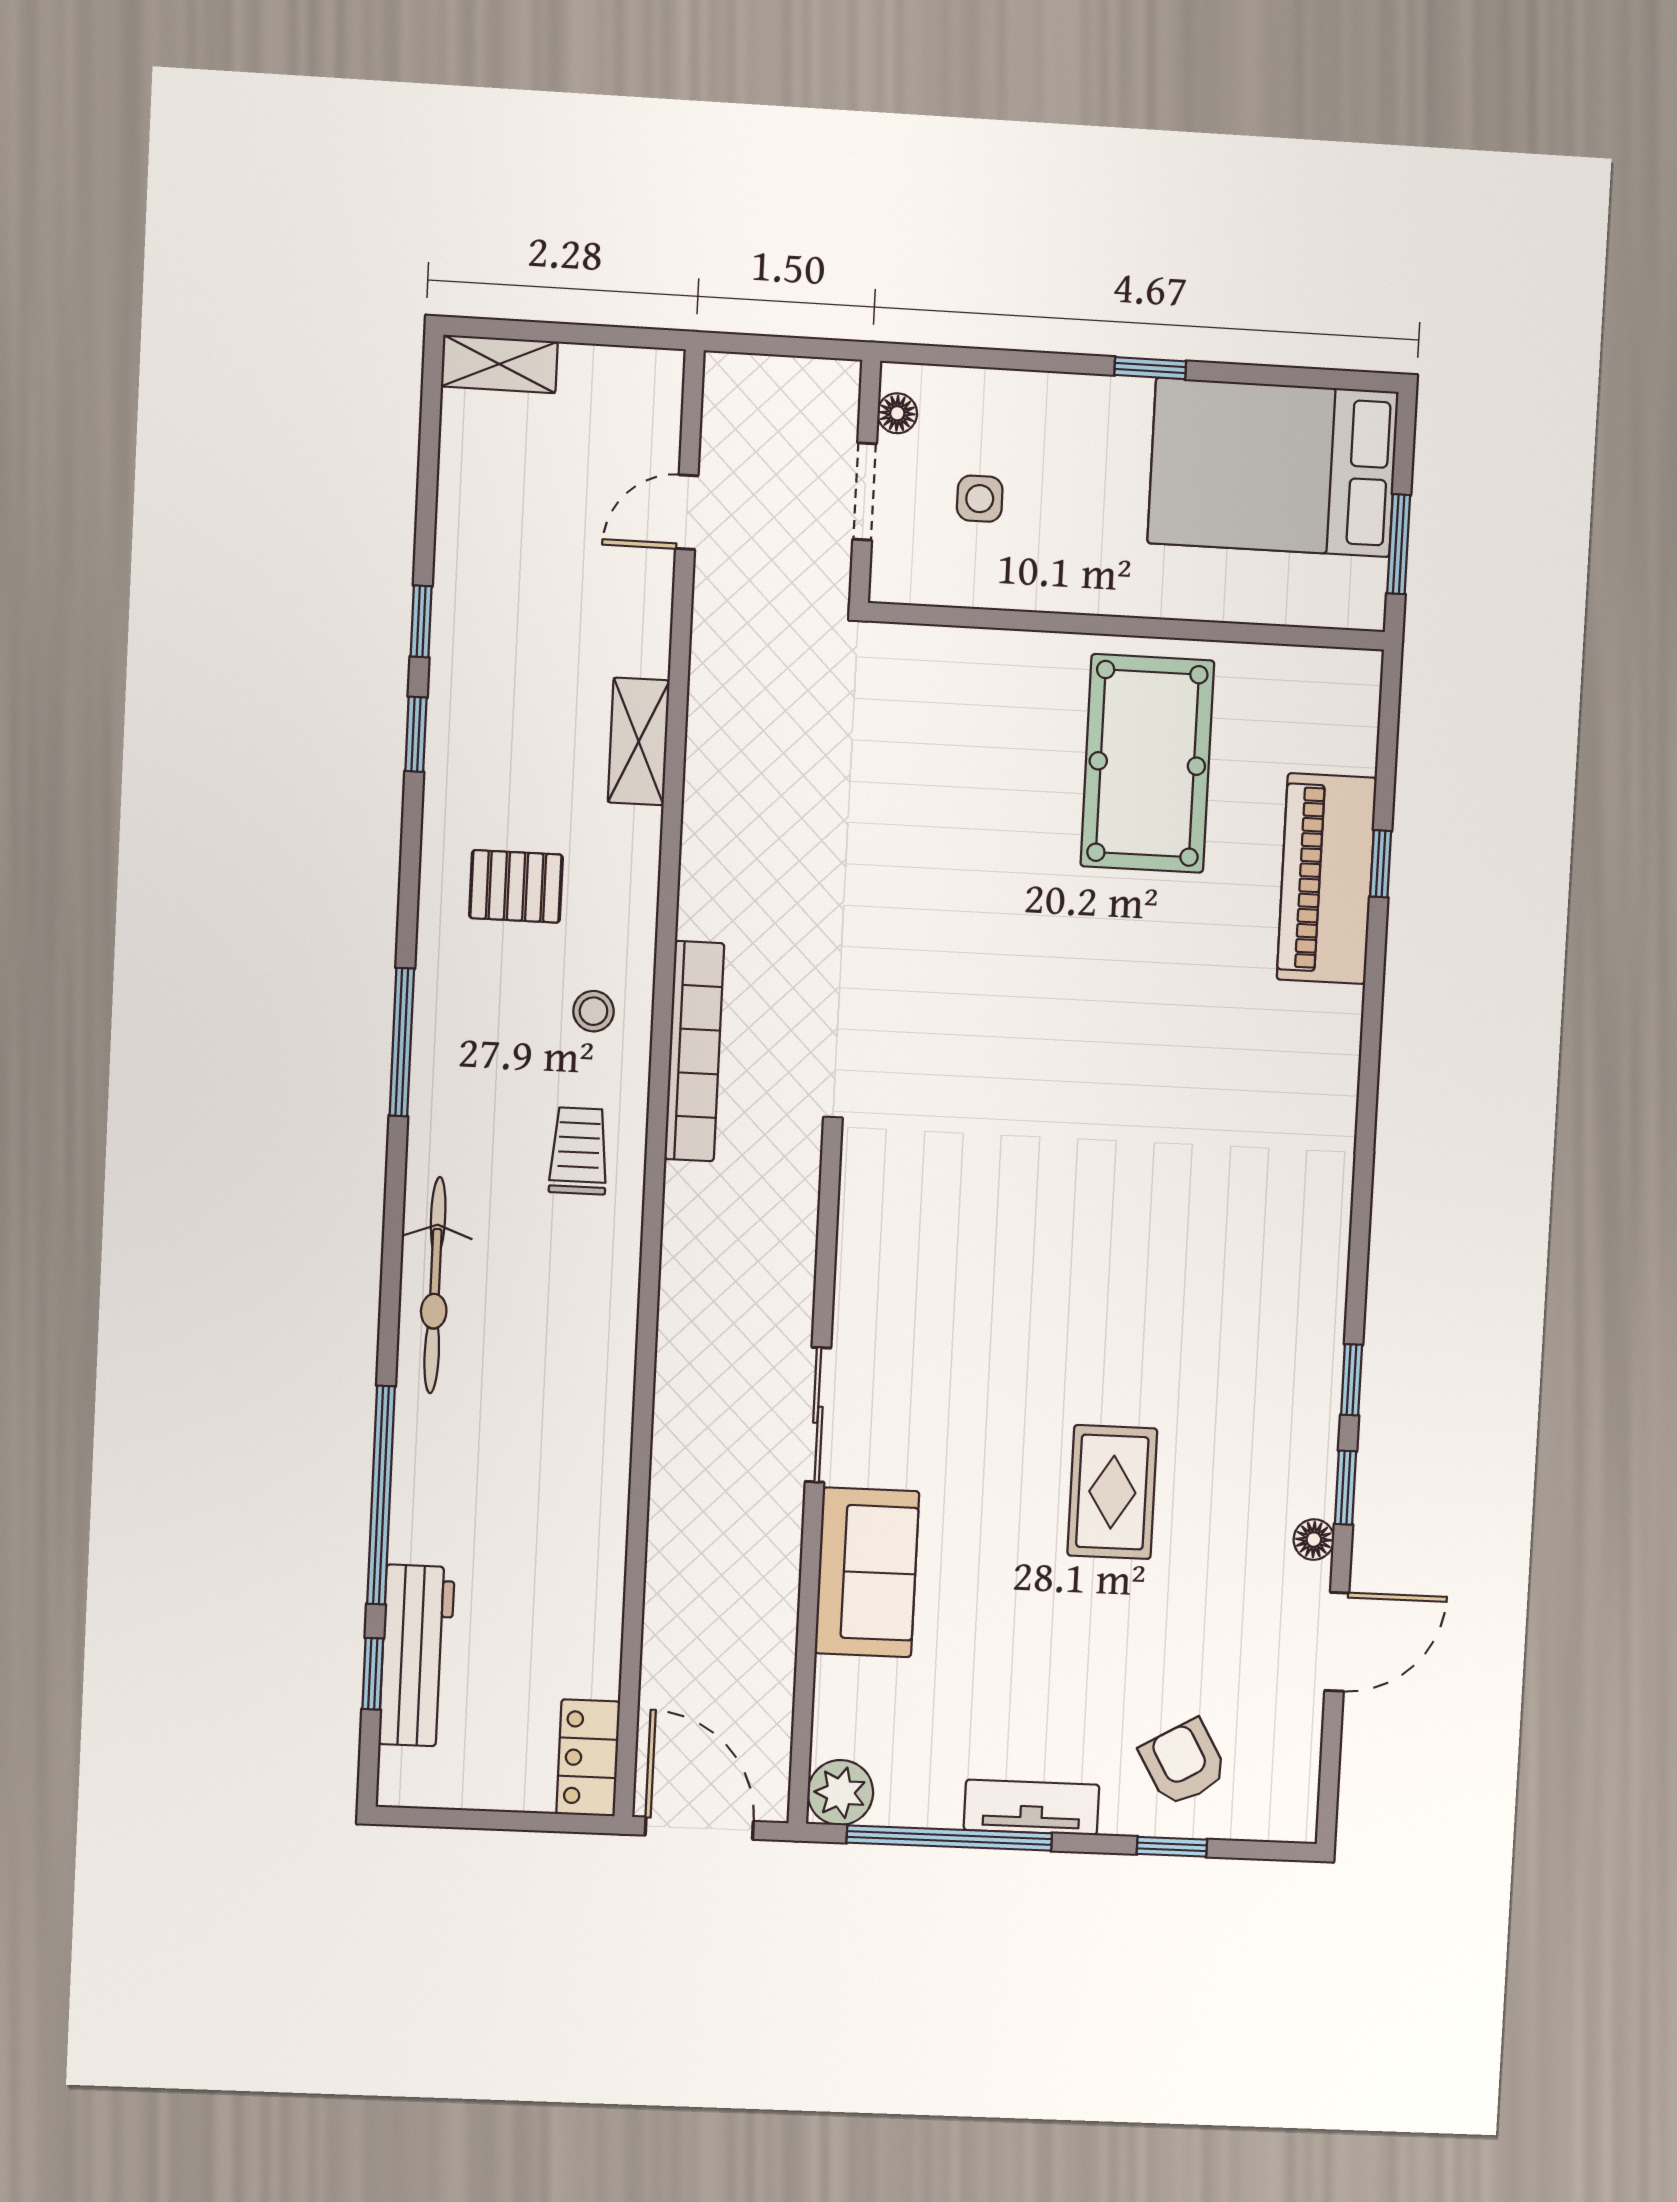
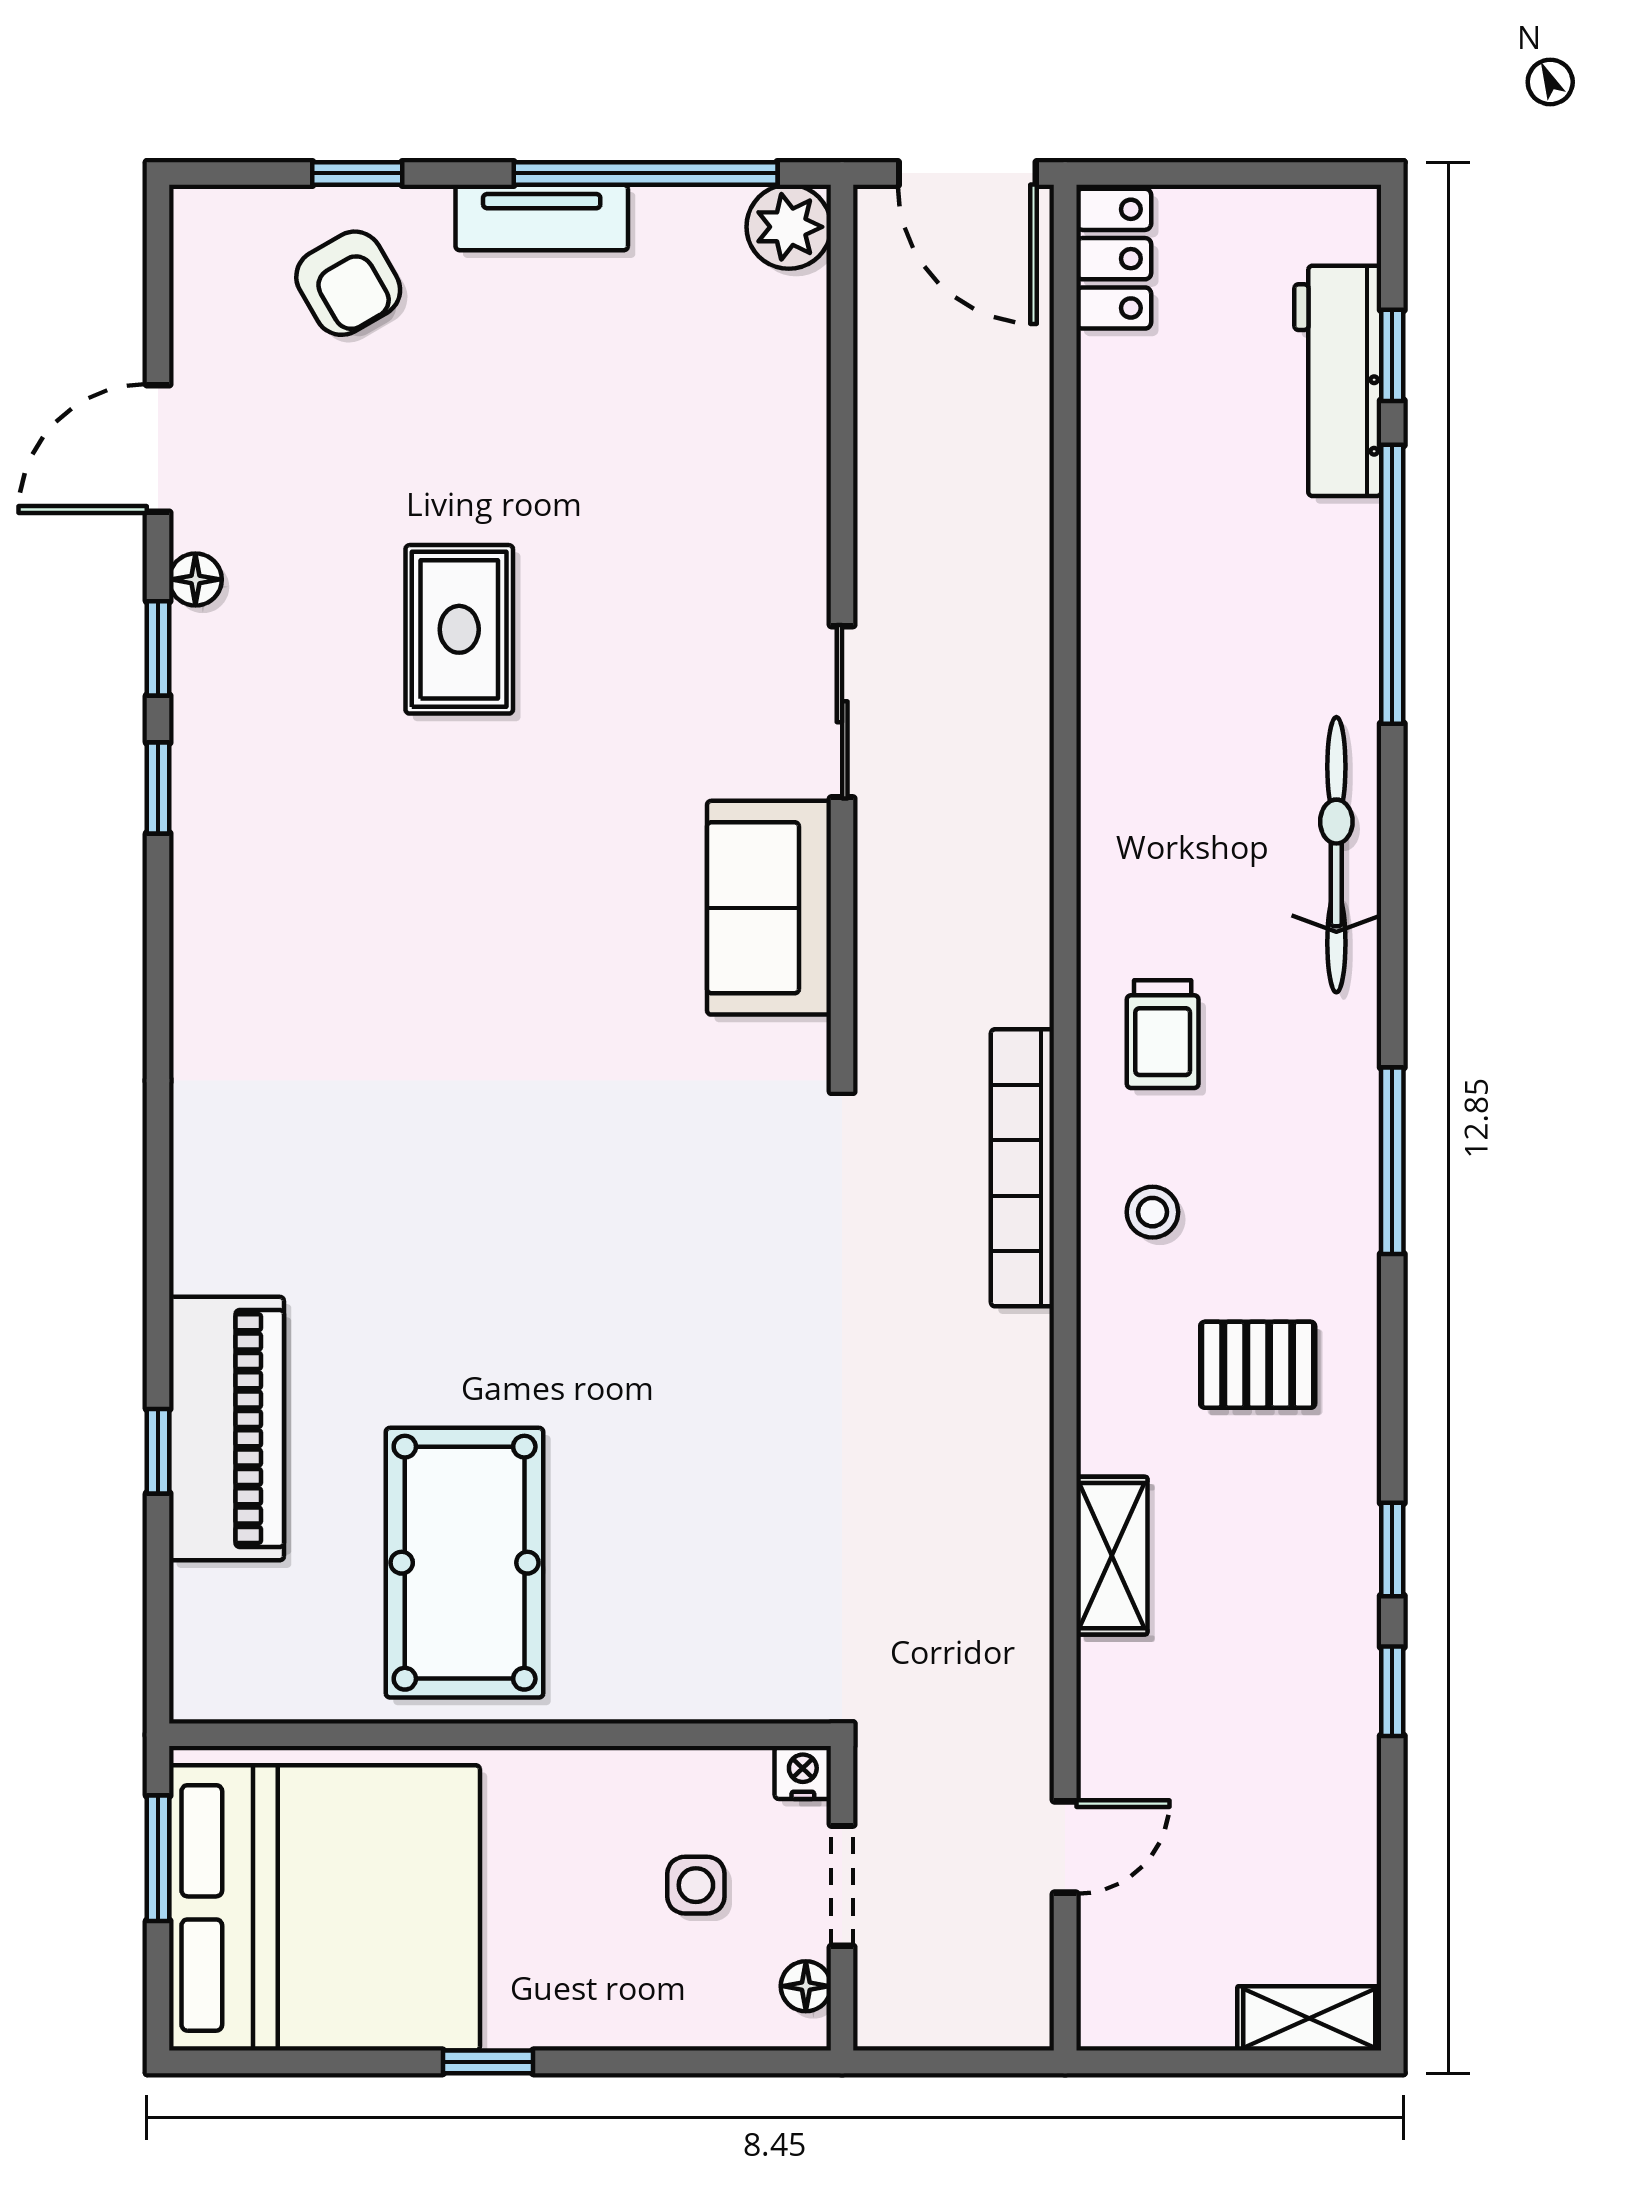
bed: (1273, 467) -> (325, 1908), width x1.36
nightstand: (891, 583) -> (803, 1772), added
sofa: (867, 1572) -> (769, 908), moved

